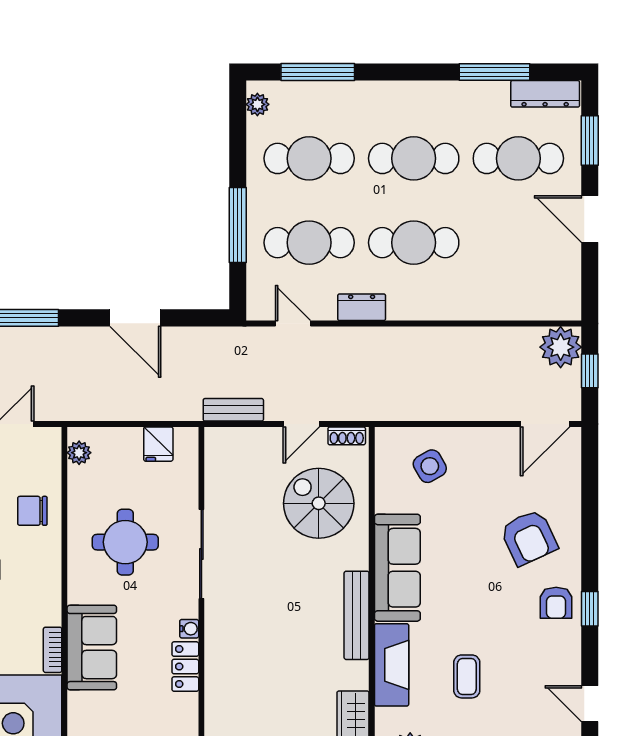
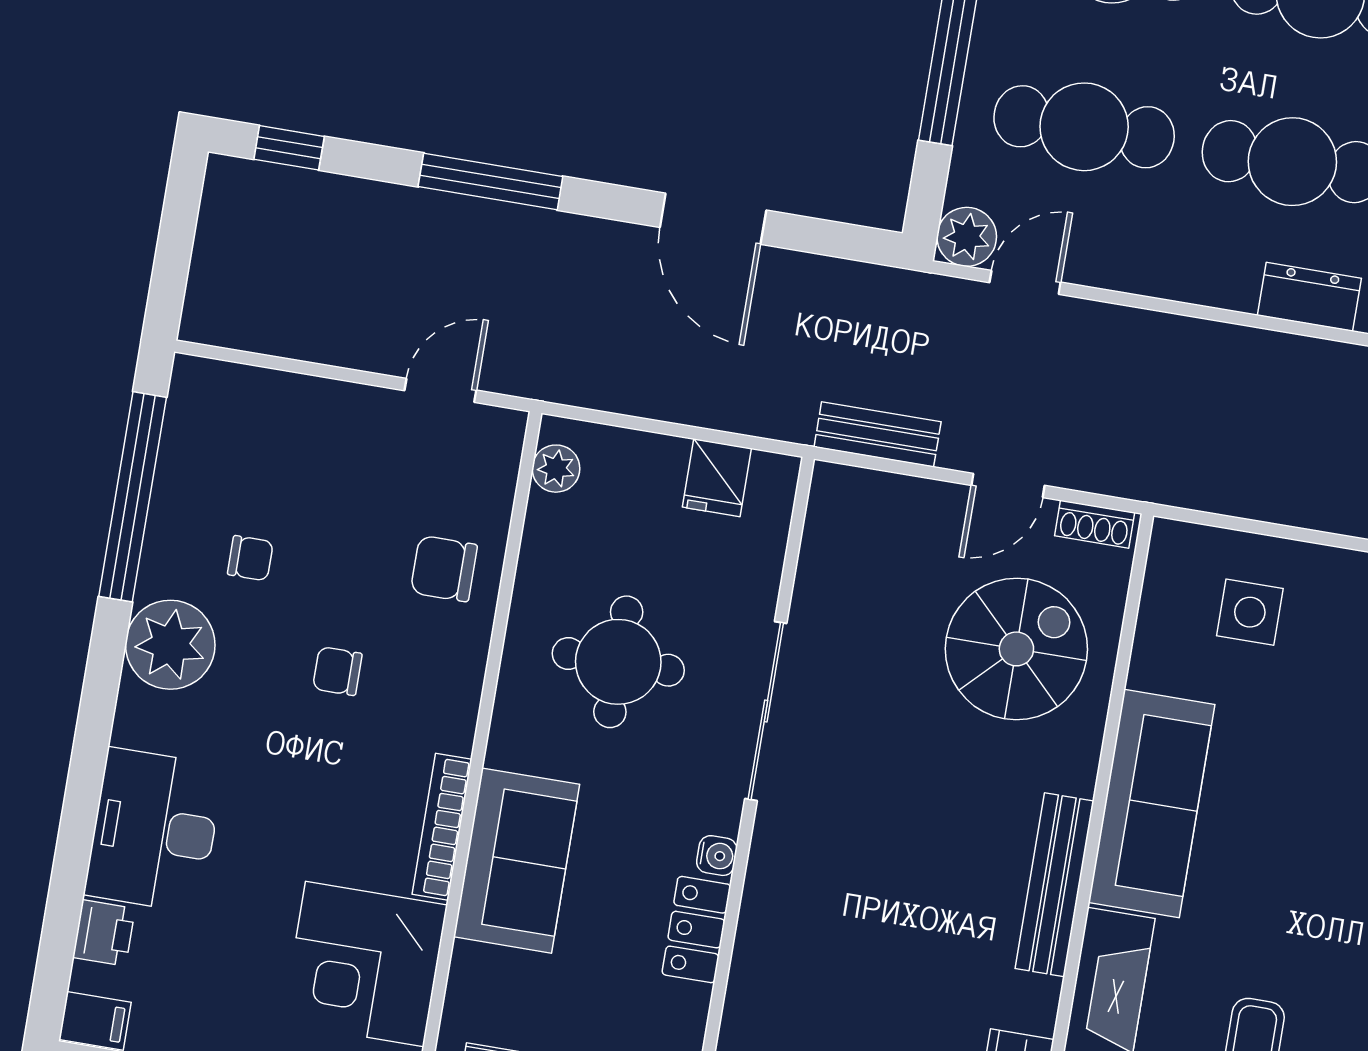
plant: (261, 306) -> (967, 237), added
dresser: (362, 307) -> (1309, 297), moved
door: (293, 323) -> (1025, 282), hinge flipped
side table: (430, 466) -> (1250, 612), turned 30
spiral stairs: (319, 503) -> (1016, 649), turned 90
bookcase: (53, 650) -> (442, 827), width x1.56

